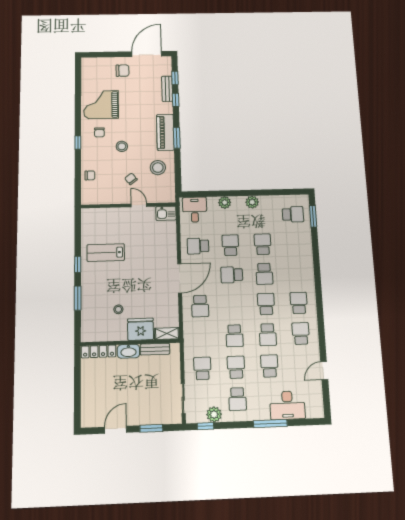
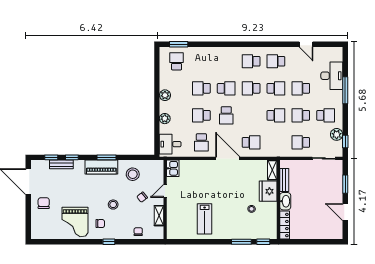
shelving: (109, 199) -> (159, 216), added
window: (78, 264) -> (263, 242), moved

